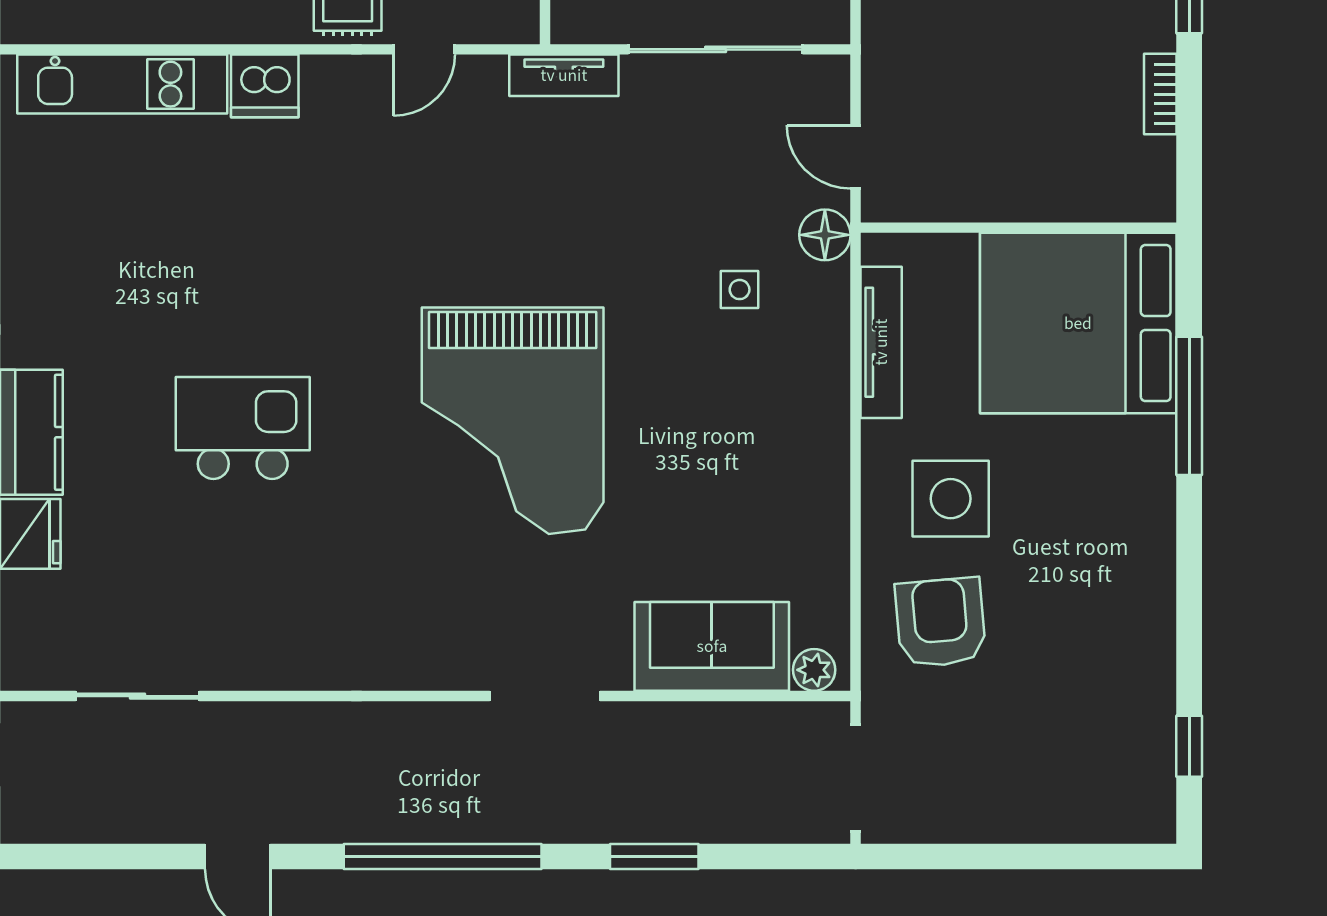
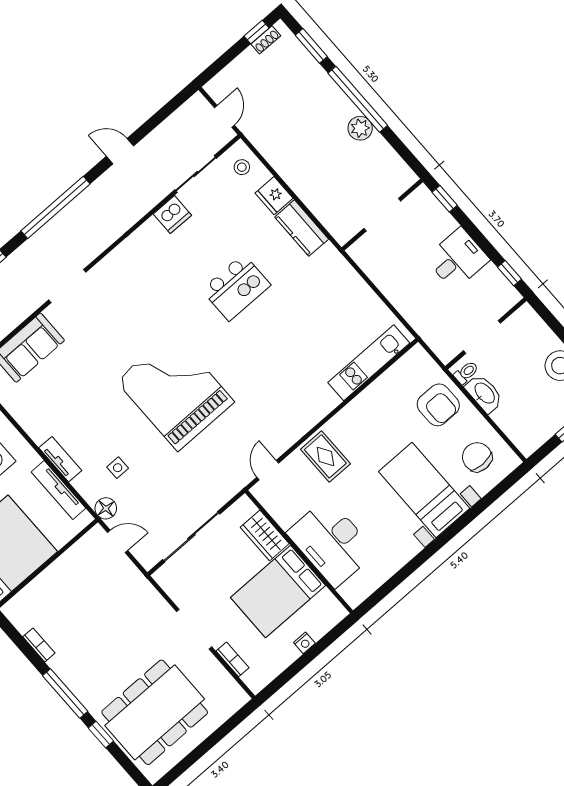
door: (424, 49) -> (268, 470), moved
tv unit: (564, 75) -> (60, 459), moved, turned 90
dishwasher: (265, 86) -> (172, 215), moved, turned 180
grand piano: (513, 421) -> (175, 391), moved
stool: (43, 636) -> (242, 167), added

